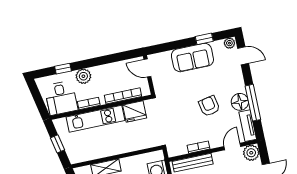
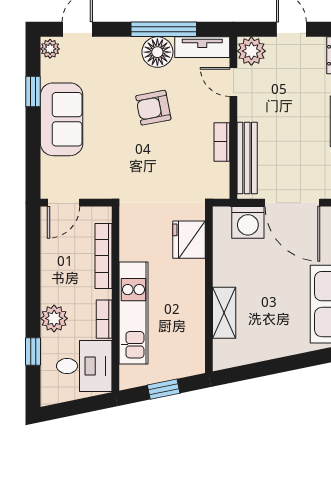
fridge: (135, 111) -> (189, 240), moved, turned 180

